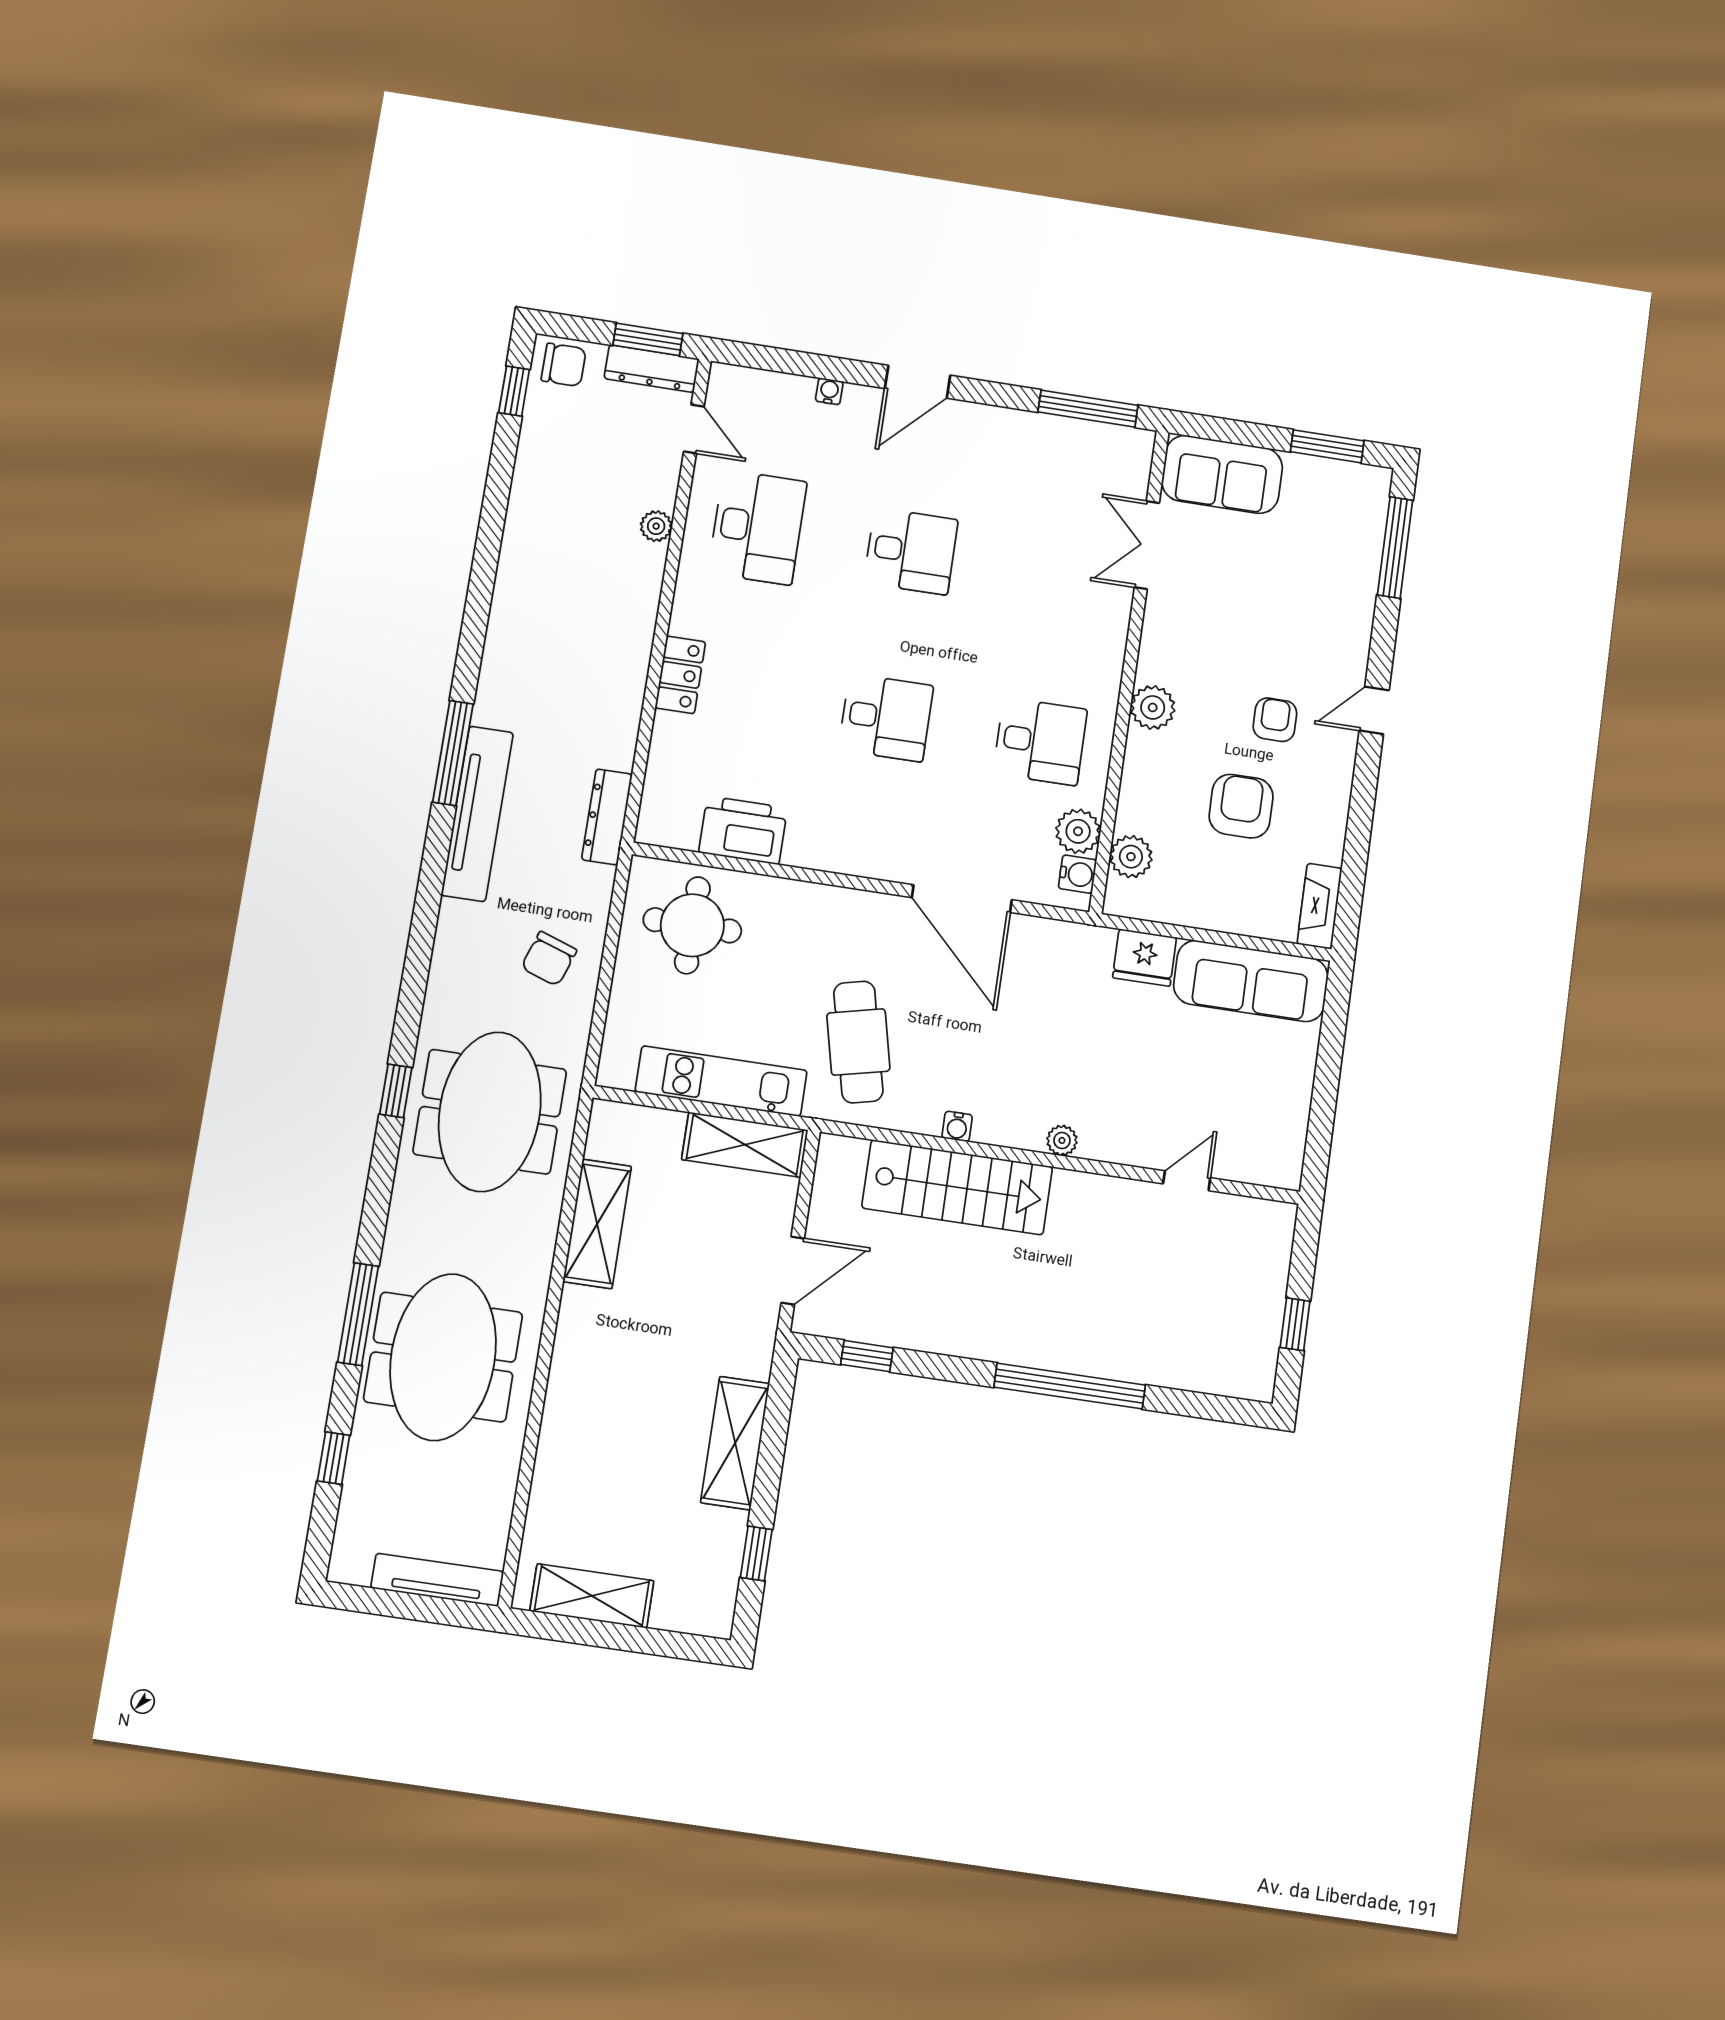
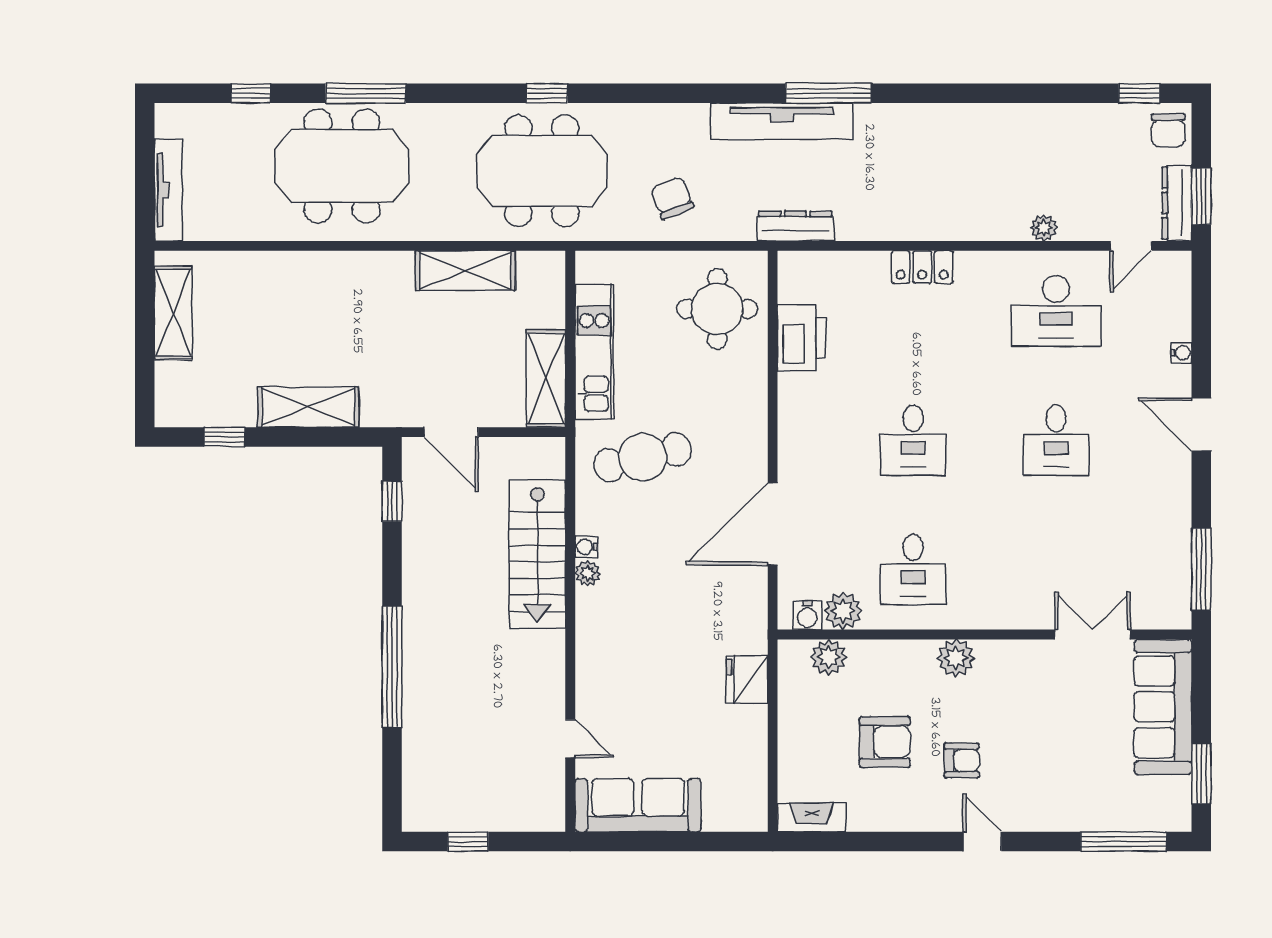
sofa: (1222, 474) -> (1163, 707), width x1.36
chair: (549, 959) -> (672, 198), turned 49
sofa: (1251, 981) -> (638, 805), moved, turned 90
plant: (1062, 1140) -> (588, 573), moved

